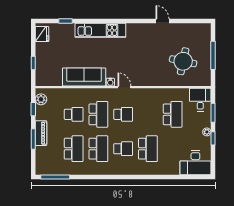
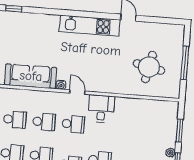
kitchen unit: (100, 30) -> (89, 26), moved
desk: (200, 100) -> (101, 109), moved
school desk: (98, 114) -> (44, 122), width x0.54
school desk: (173, 114) -> (132, 129), removed

